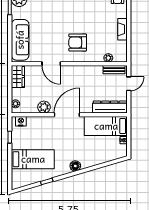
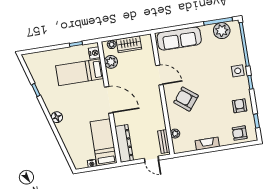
armchair: (78, 43) -> (186, 99), turned -52
door: (51, 64) -> (159, 75), swing flipped
wardrobe: (18, 77) -> (129, 44), moved
plant: (44, 107) -> (111, 62), moved
bed: (33, 159) -> (80, 72), moved, turned 90

